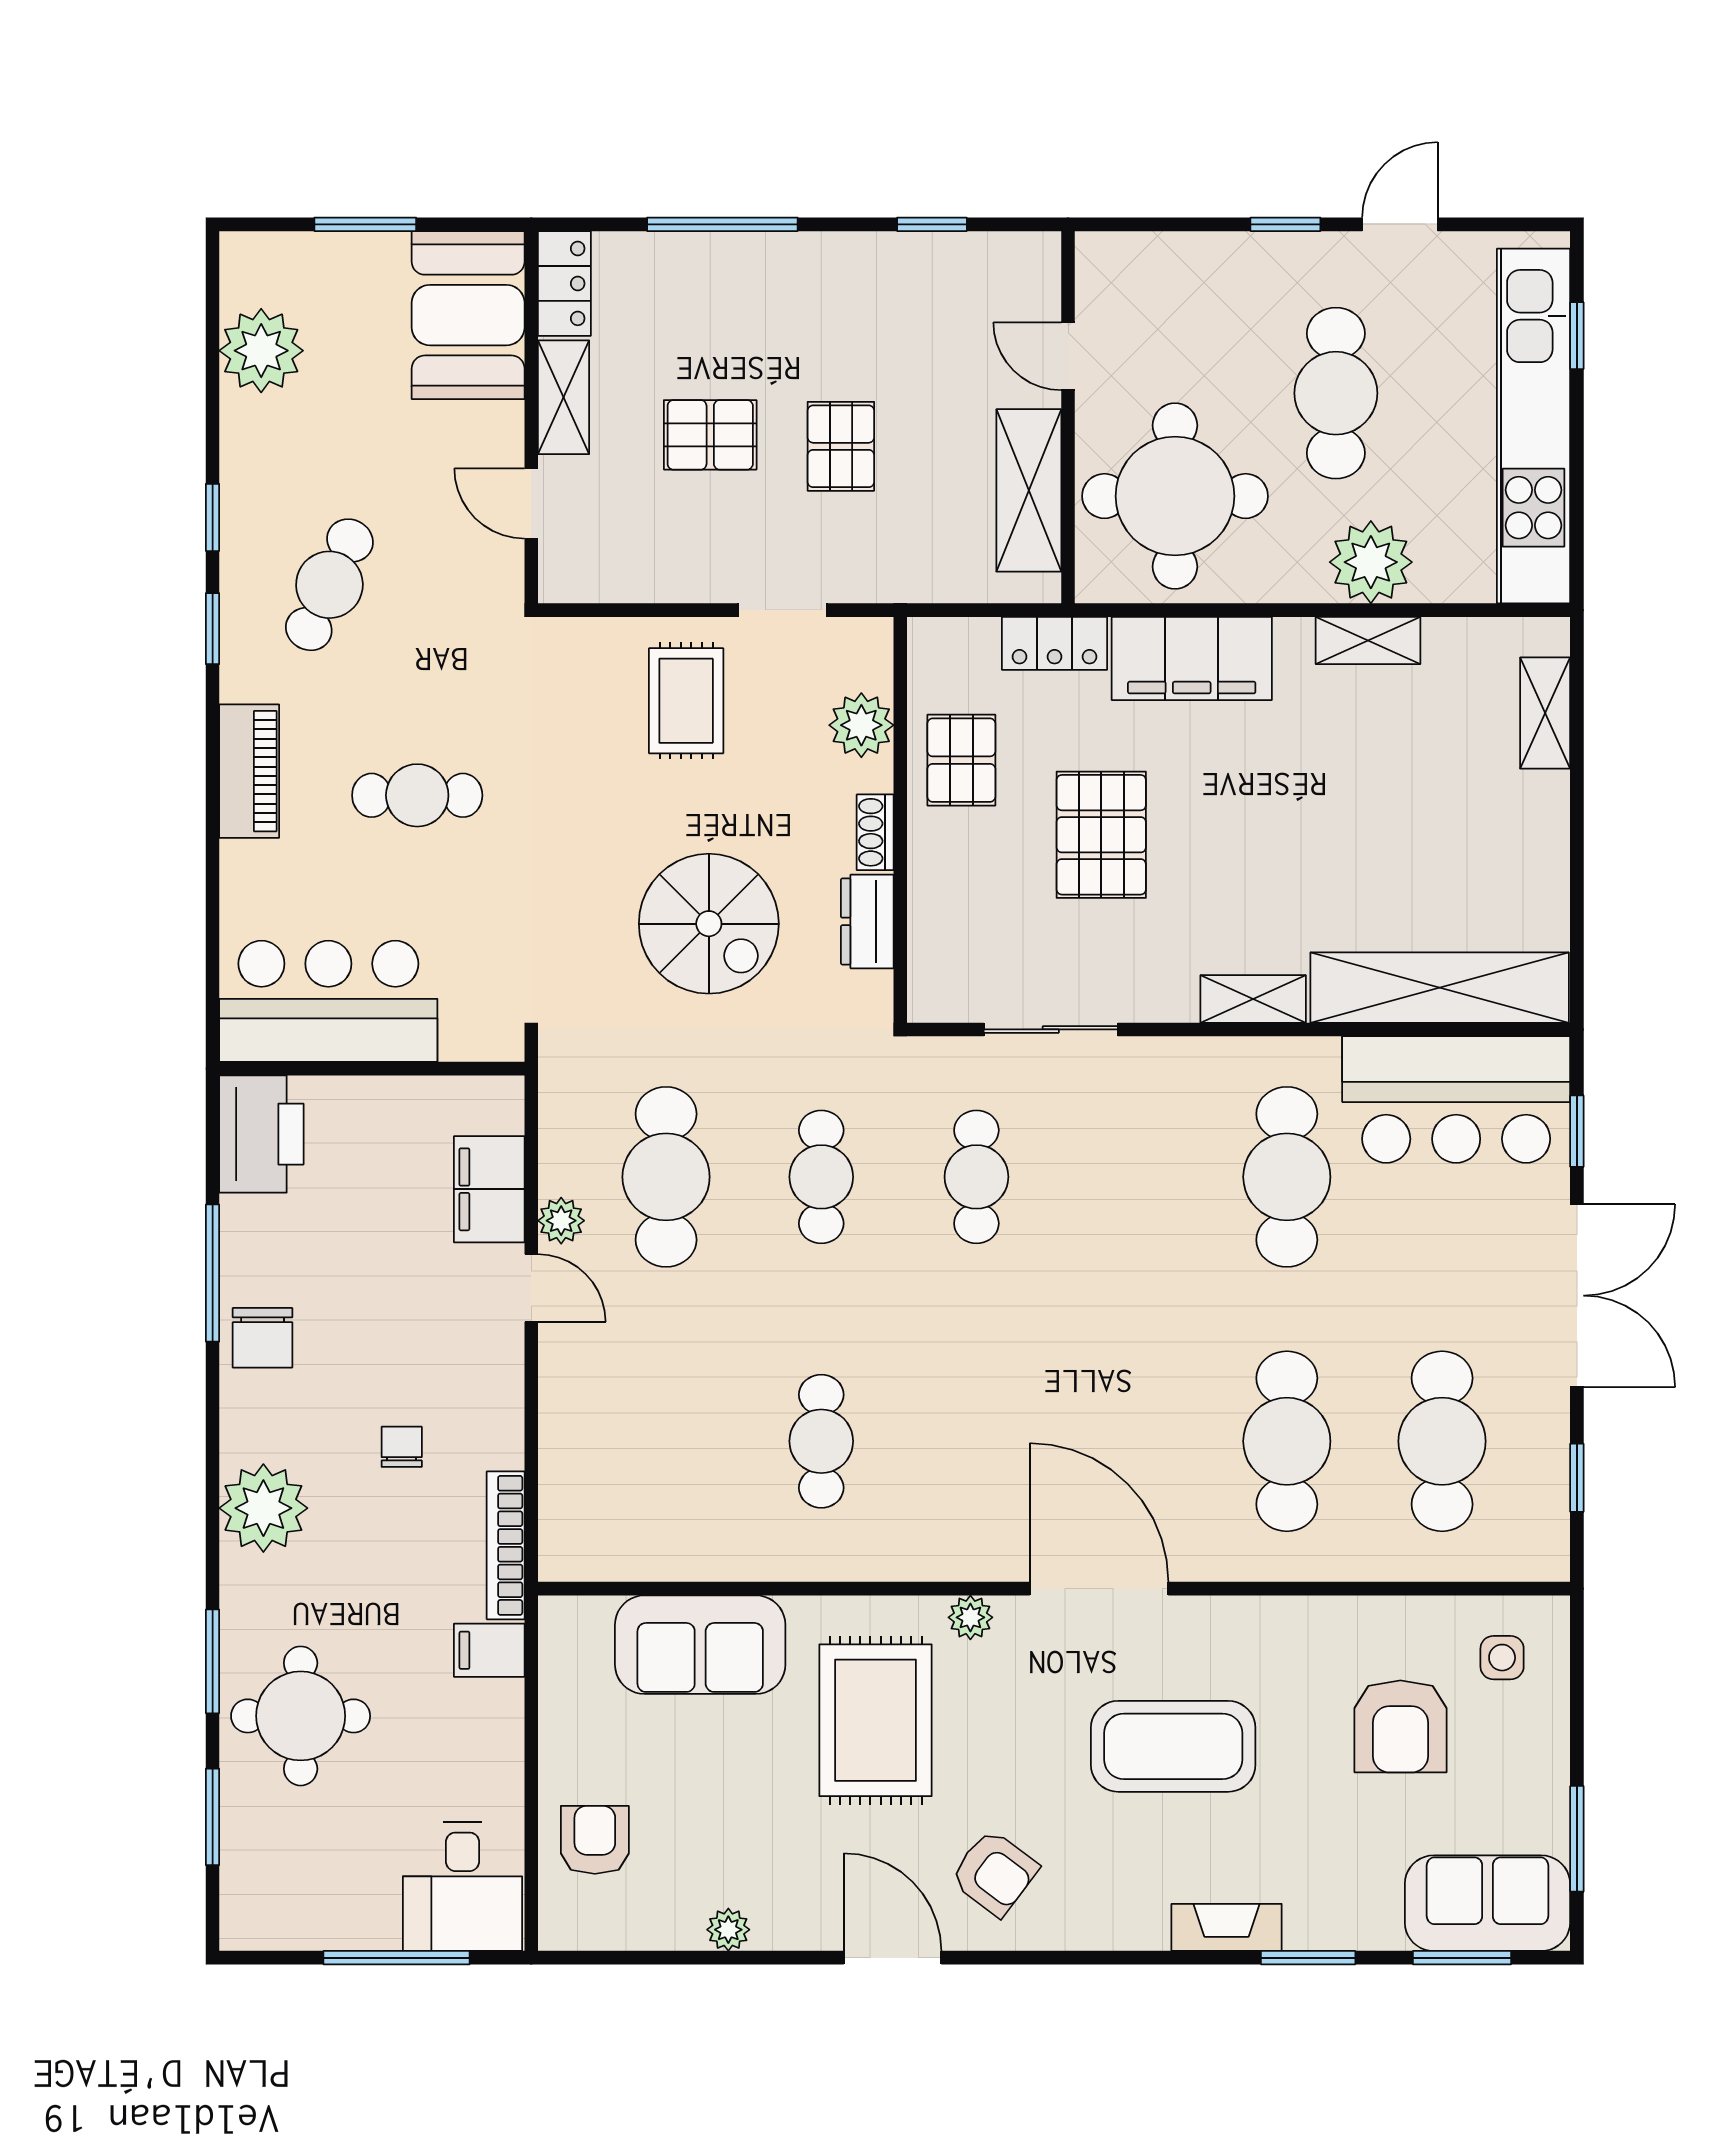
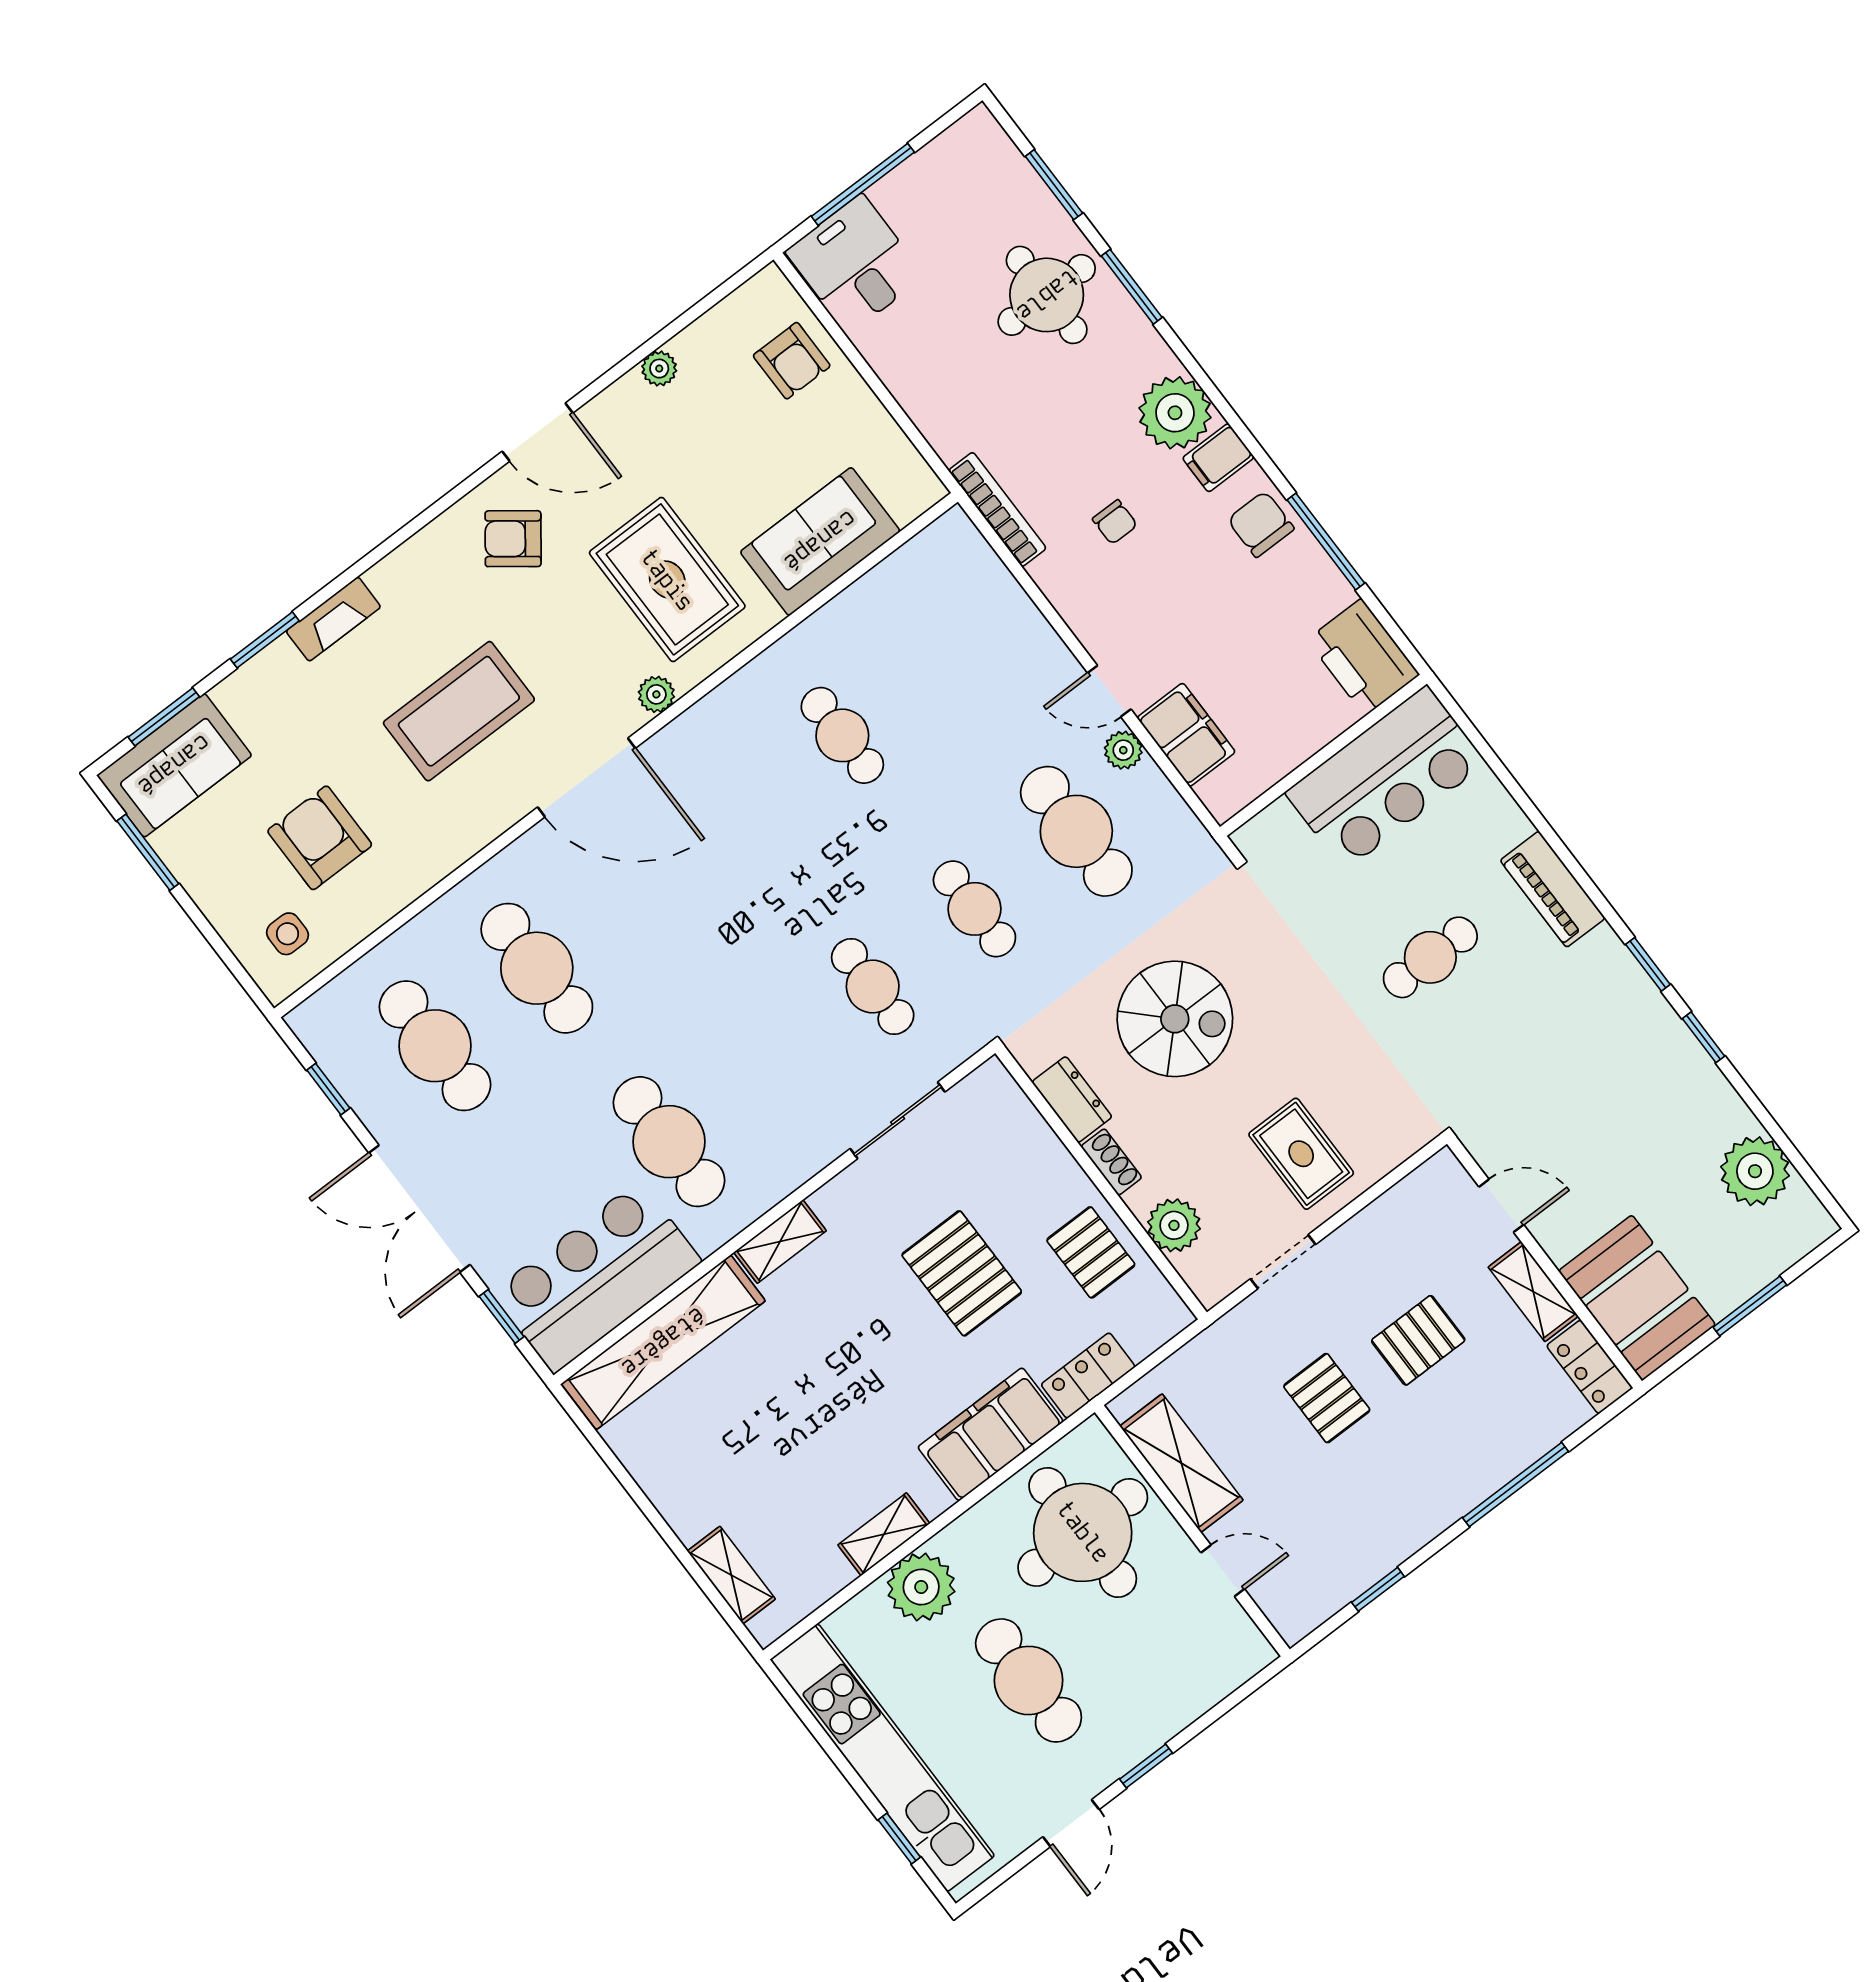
cafe table: (329, 585) -> (1593, 1052), removed
spiral stairs: (709, 924) -> (1175, 1019), turned 180
filing cabinet: (489, 1650) -> (1218, 458), moved, turned 180

